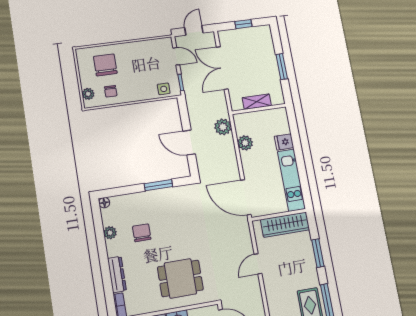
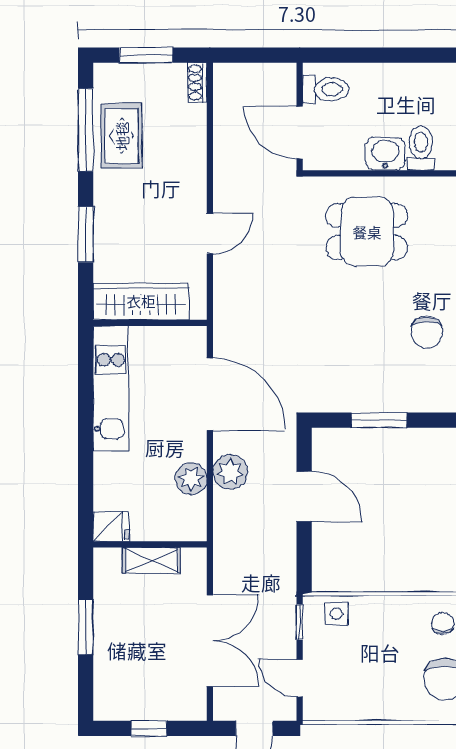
plant: (223, 127) -> (230, 472), moved
fridge: (284, 142) -> (111, 526), moved
door: (246, 197) -> (210, 394), moved

